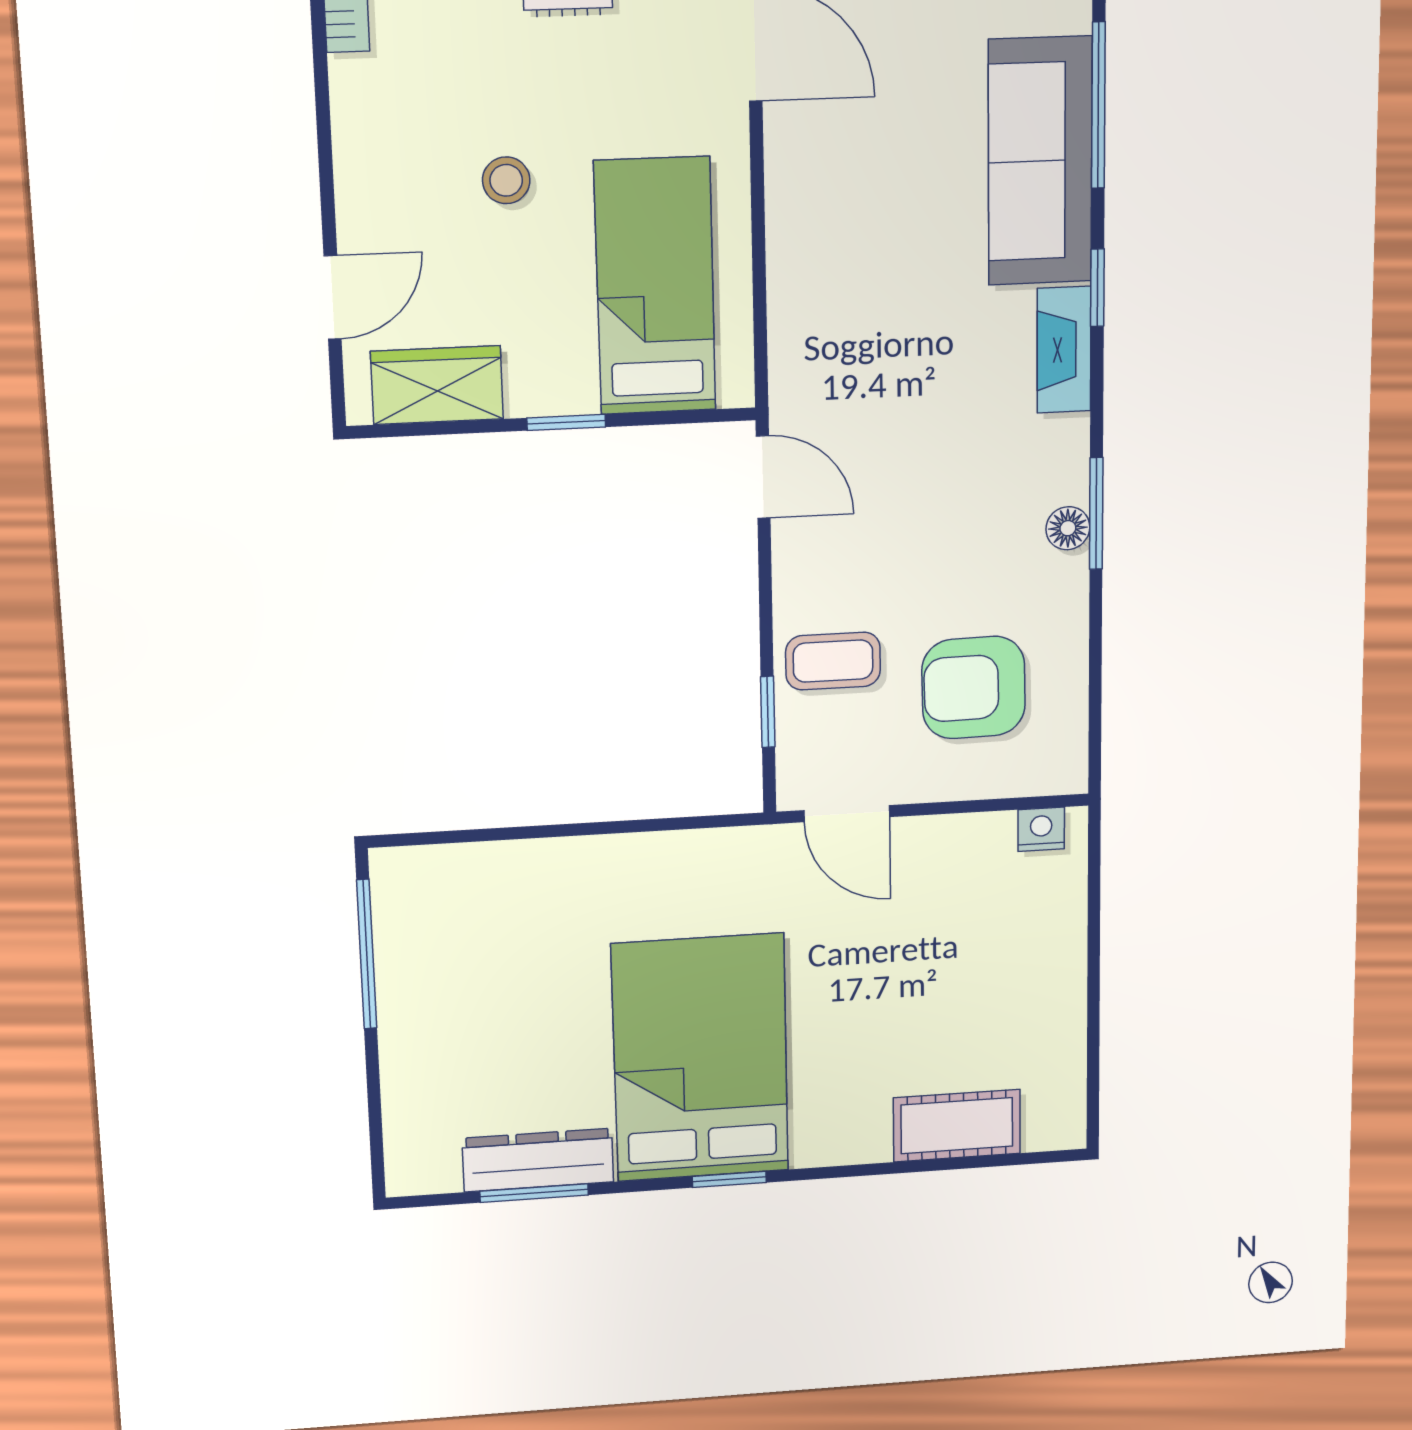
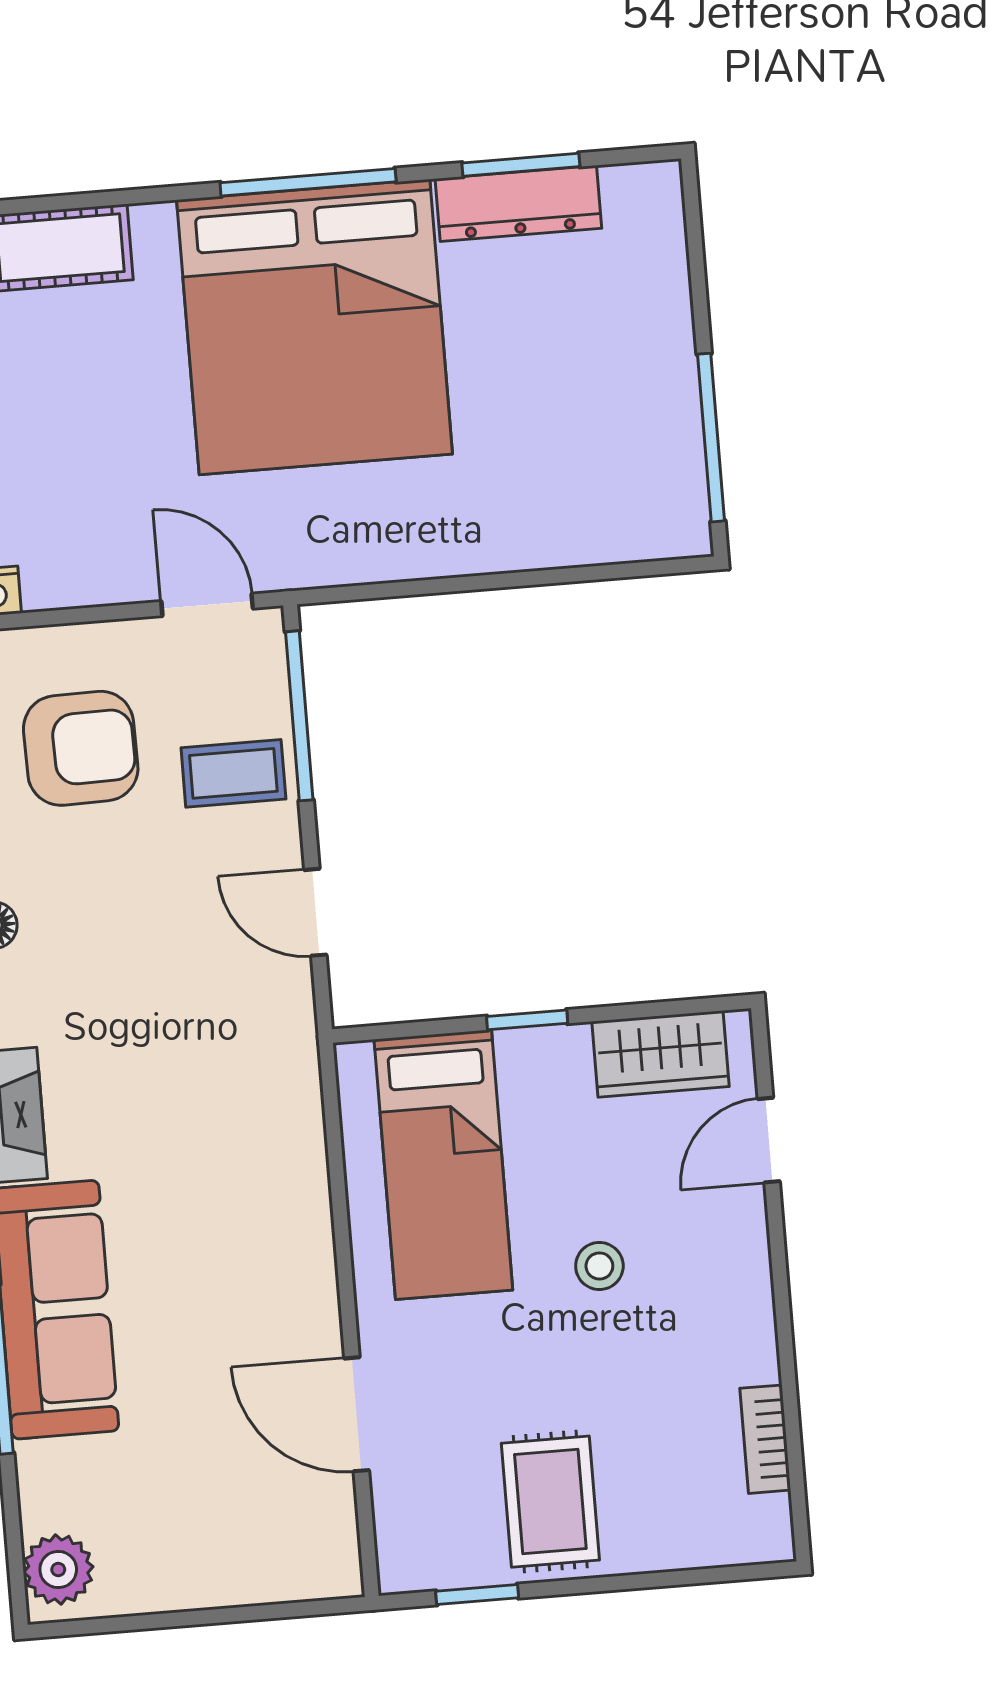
door: (763, 477) -> (315, 912), moved
window: (768, 712) -> (299, 716), width x2.17
bed: (700, 1058) -> (314, 327), width x1.36
window: (729, 1179) -> (308, 182), width x2.17

